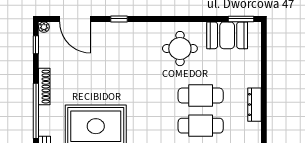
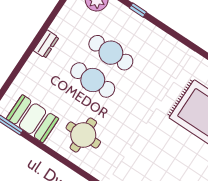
dresser: (255, 105) -> (46, 44), width x0.70

